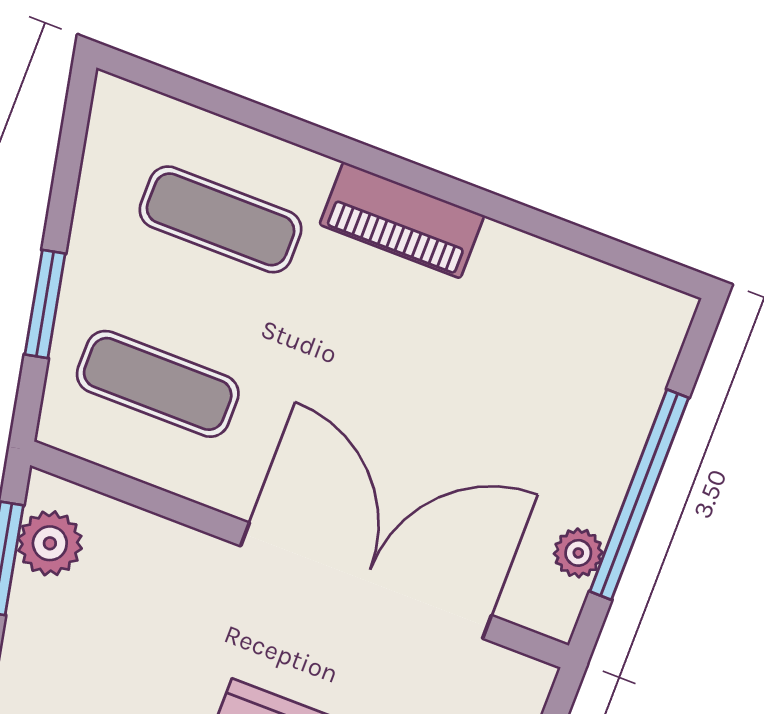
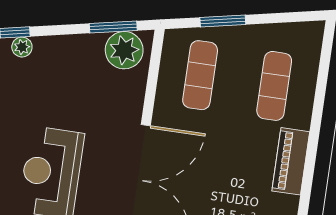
plant: (50, 543) -> (124, 50), width x1.36, depth x1.36

